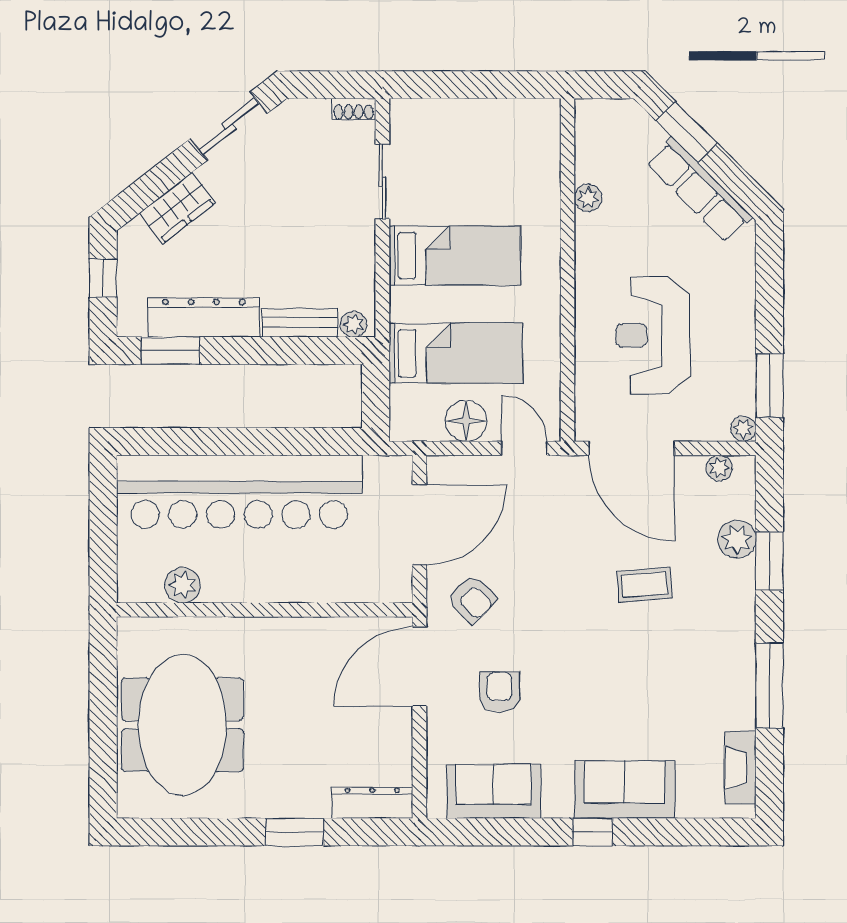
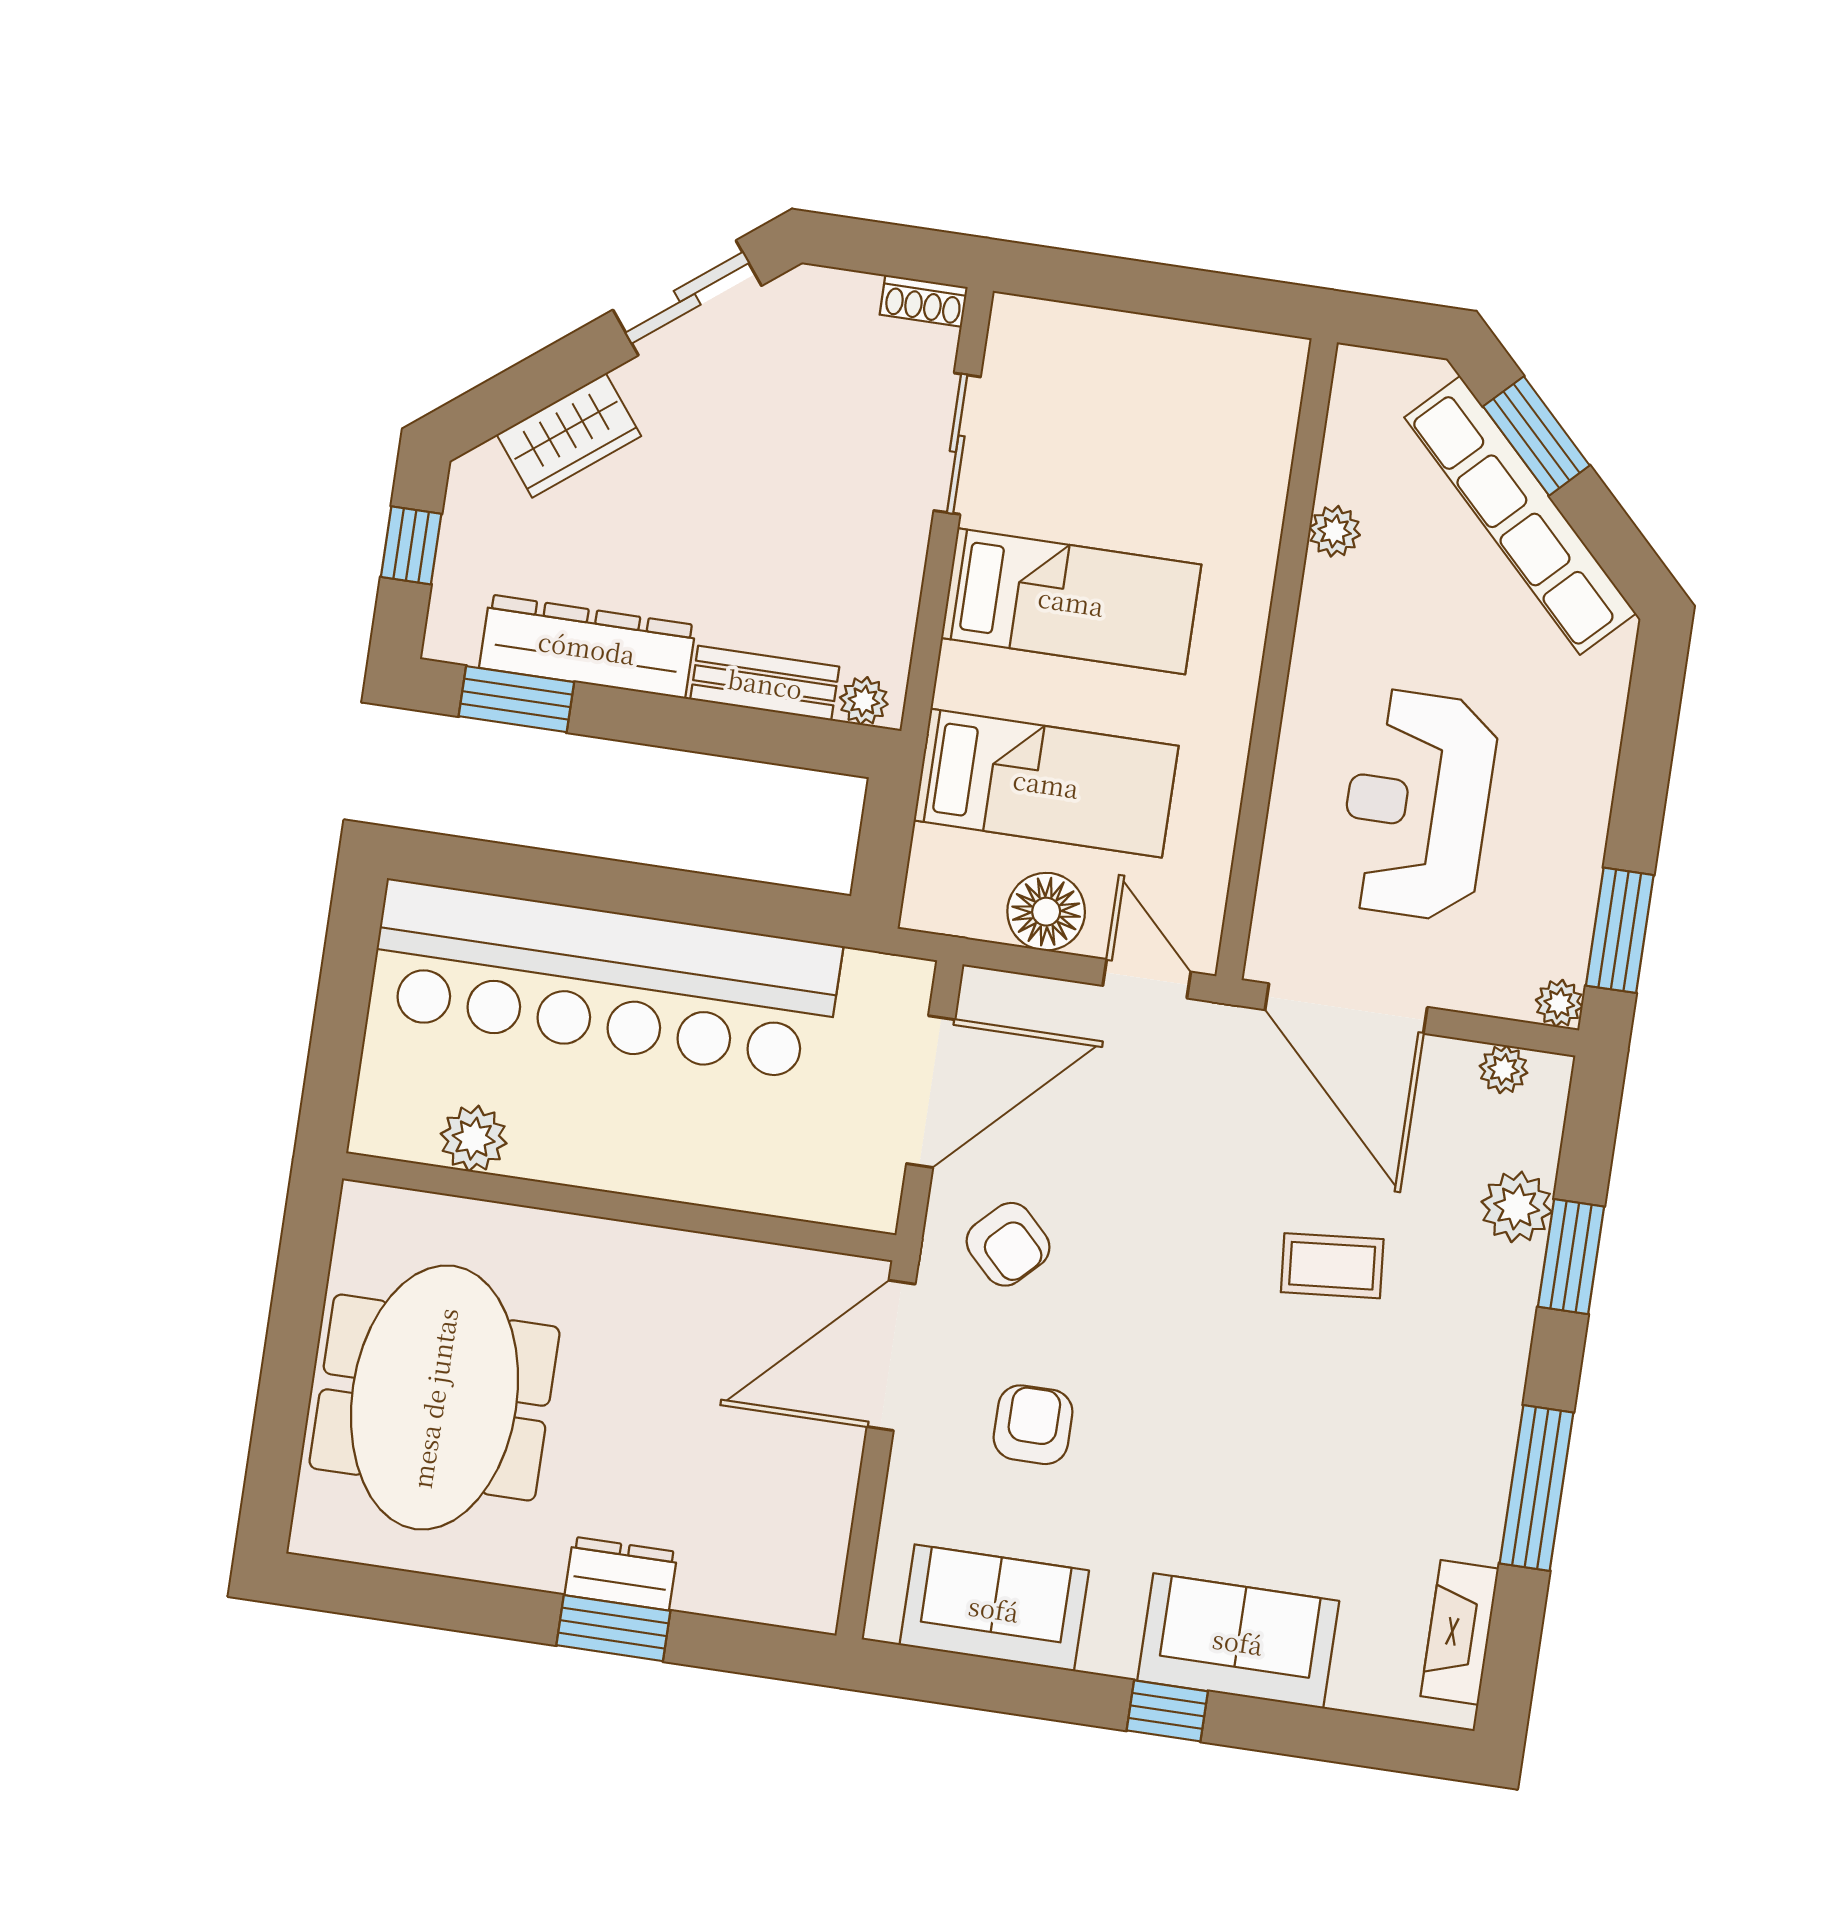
row of seats: (699, 190) -> (1520, 515), width x1.36
dresser: (372, 803) -> (621, 1574), moved, width x0.70

